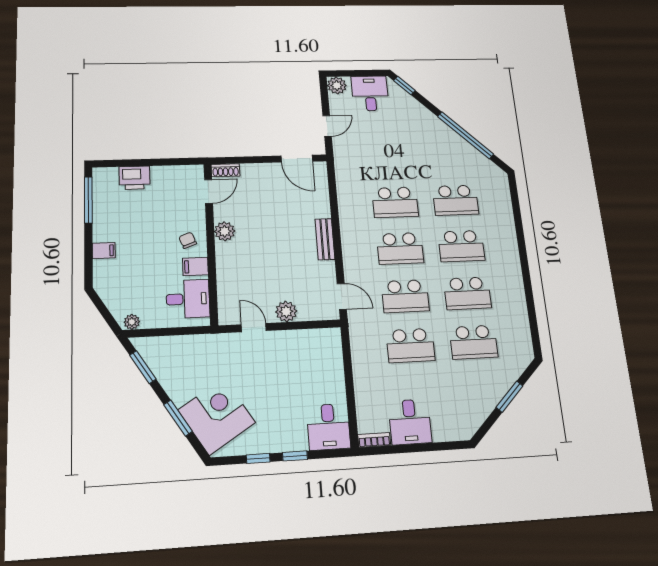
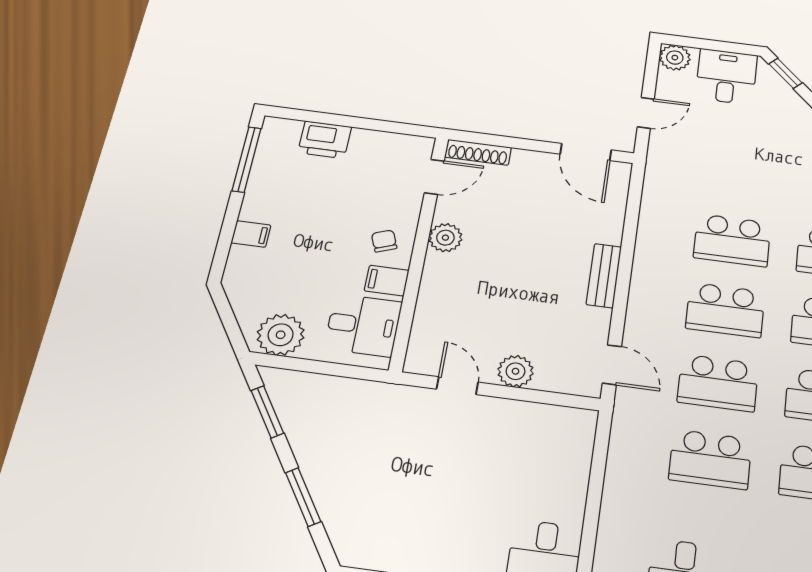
shoe rack: (226, 170) -> (478, 152), width x1.43
plant: (132, 322) -> (281, 335), width x1.88, depth x1.88
corner desk: (217, 416) -> (365, 506), removed

